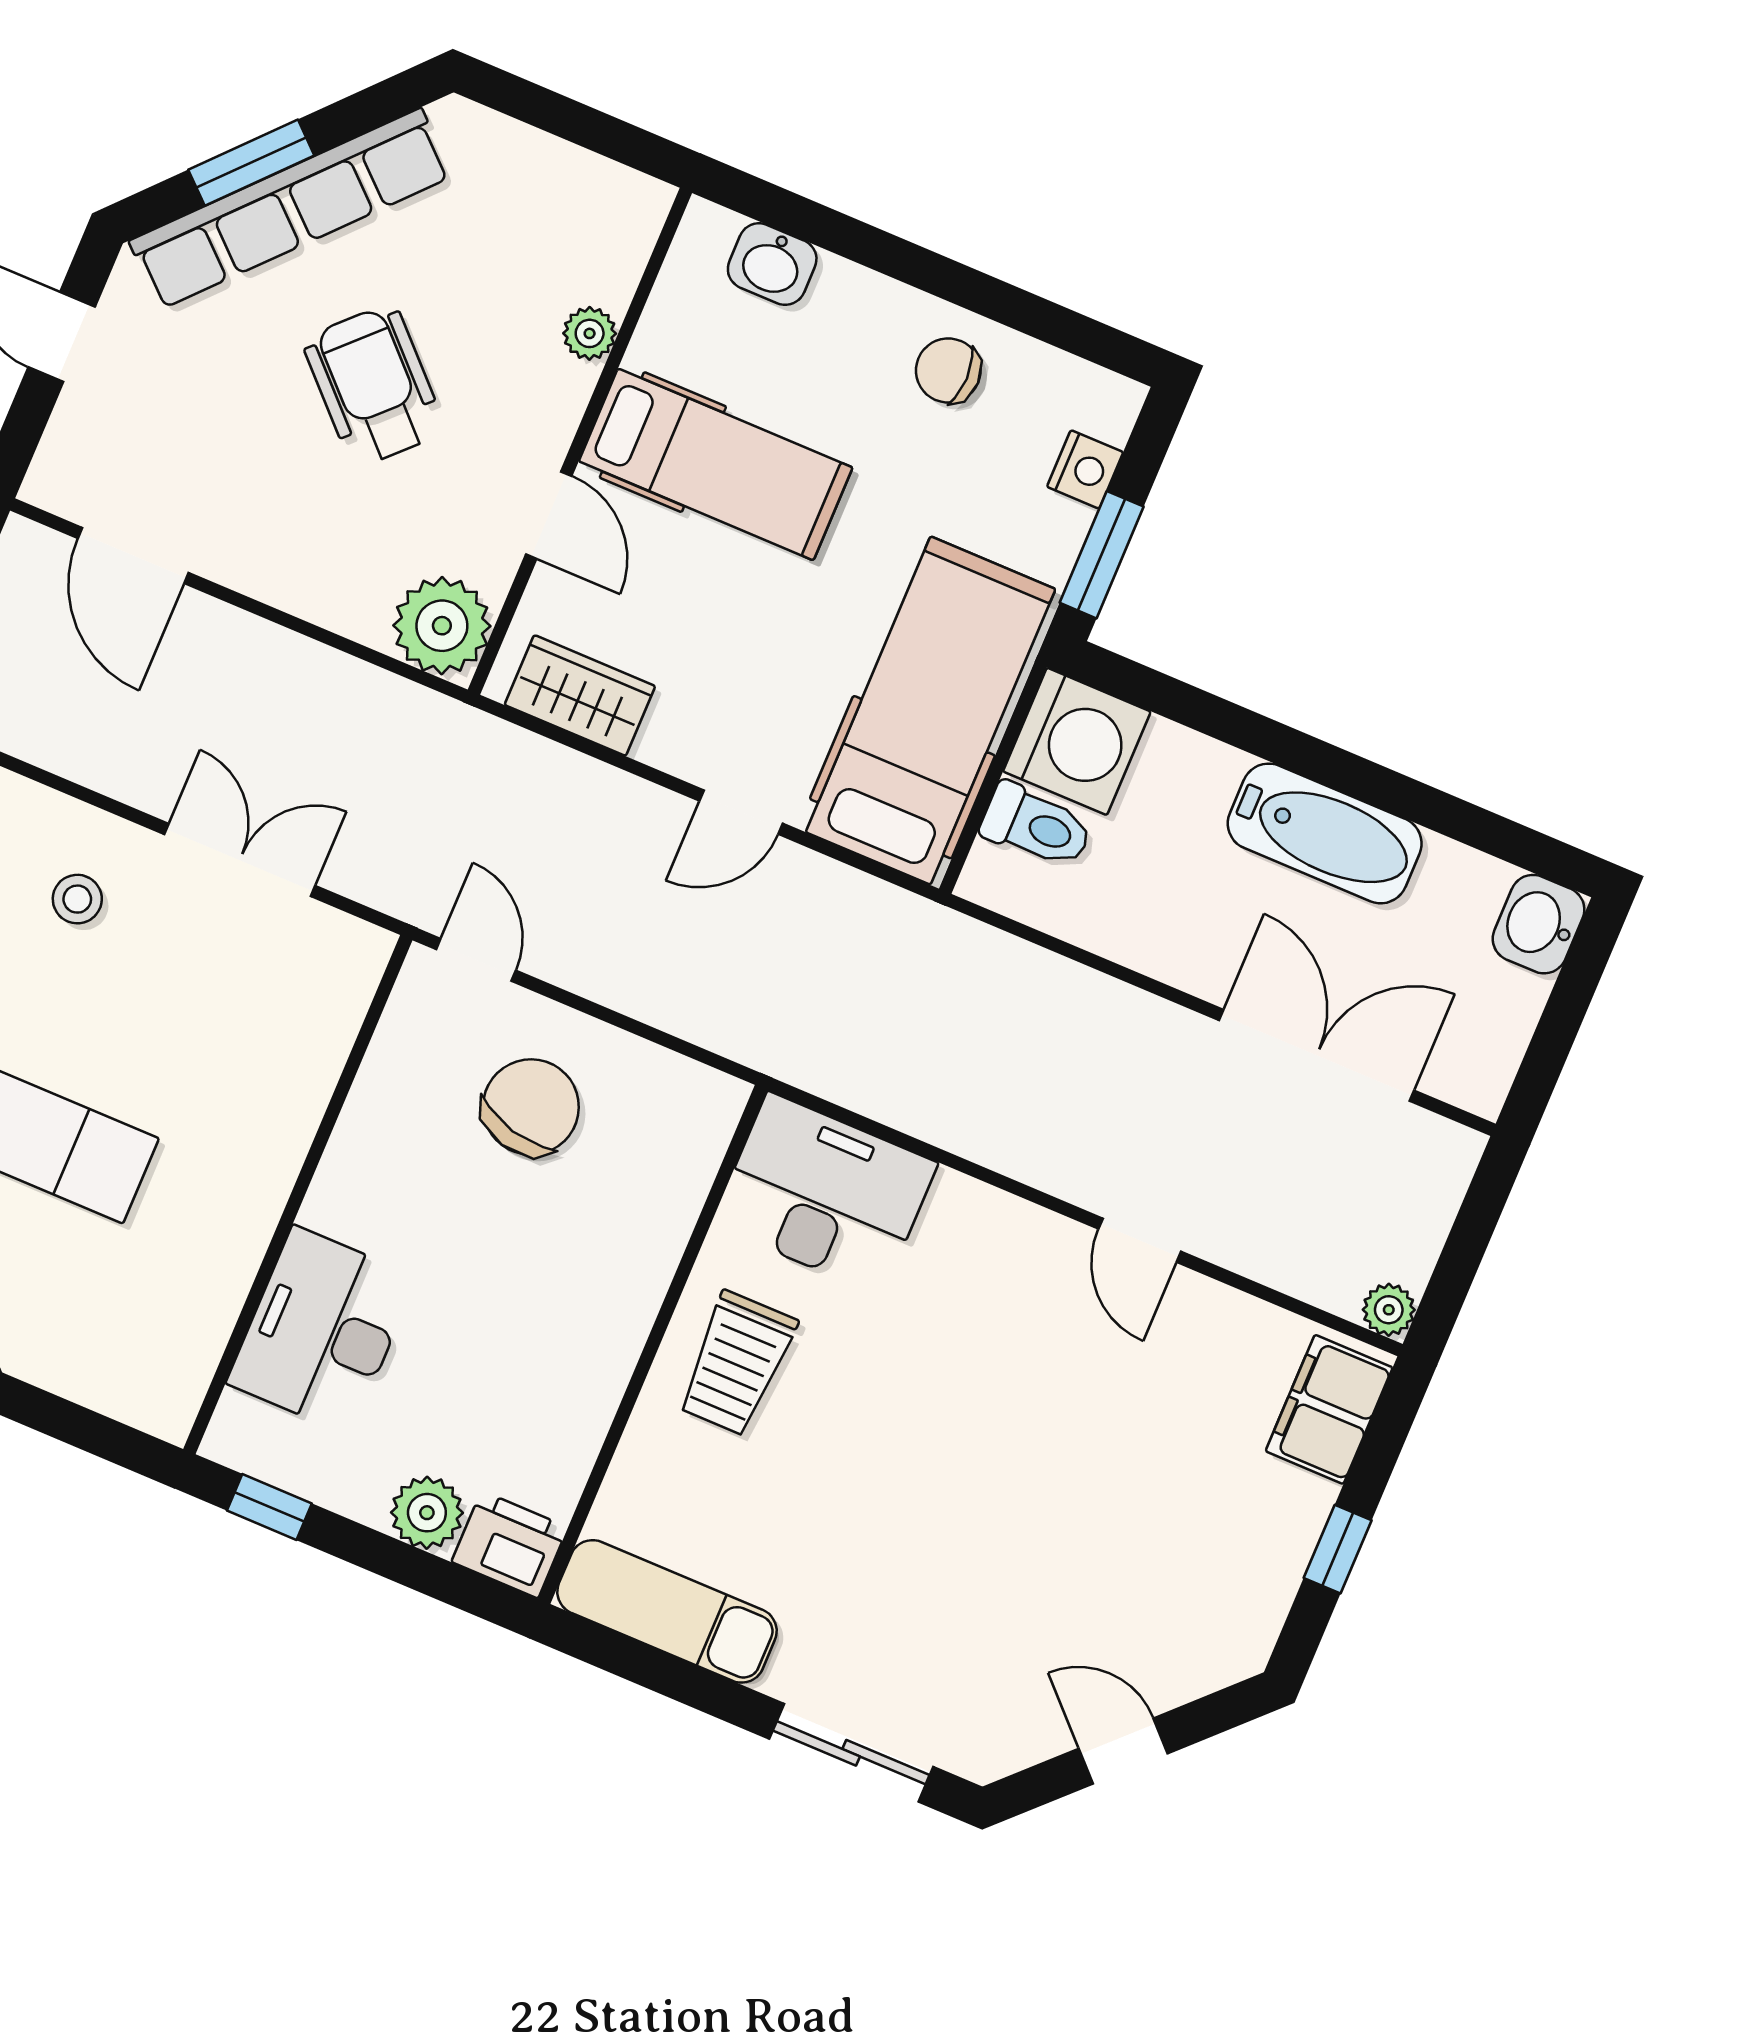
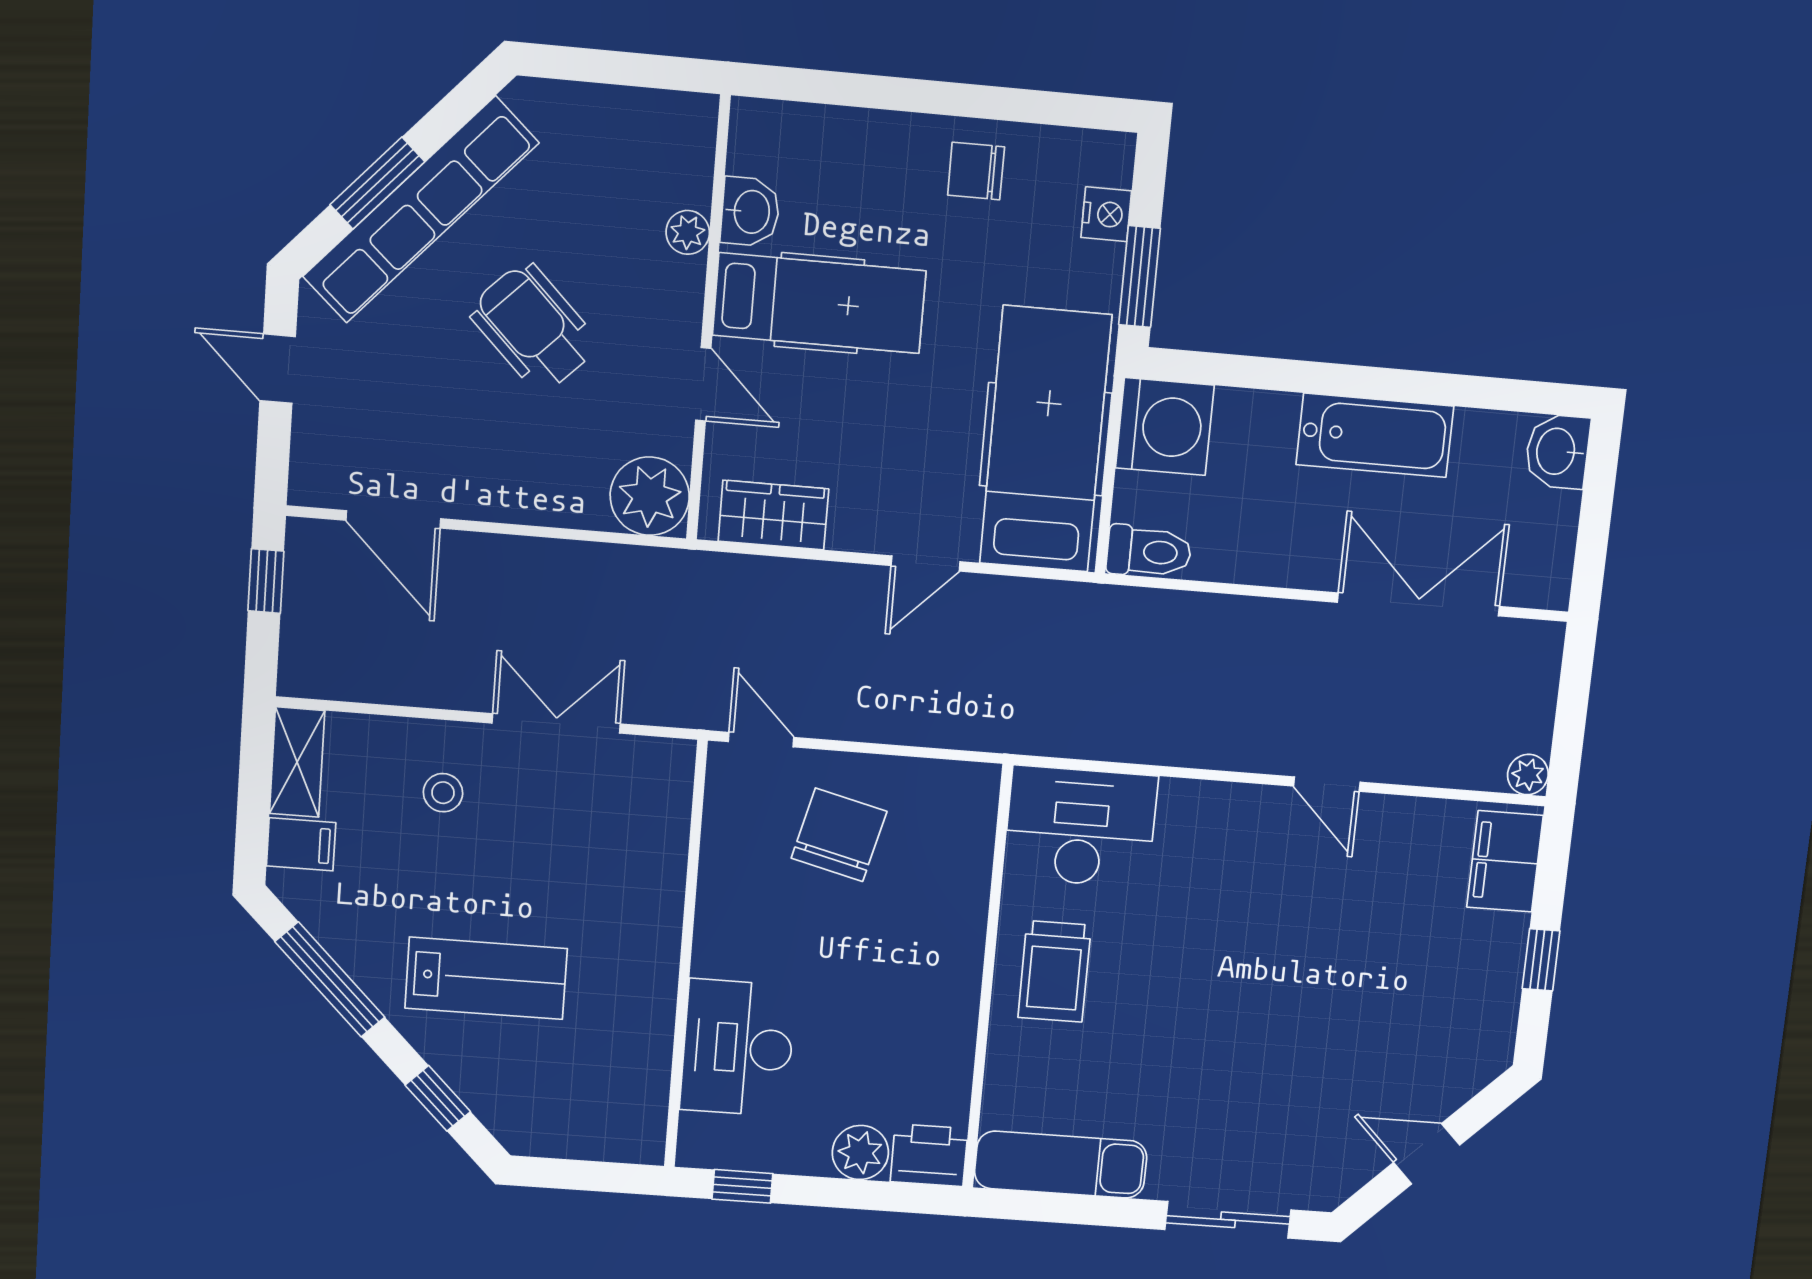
washbasin: (772, 264) -> (750, 212), moved, turned -90
toilet: (1036, 826) -> (1149, 552), moved

